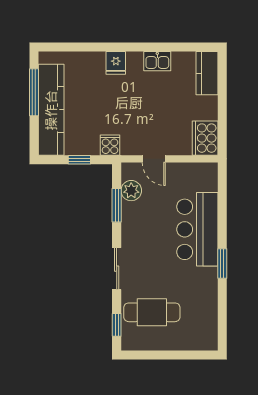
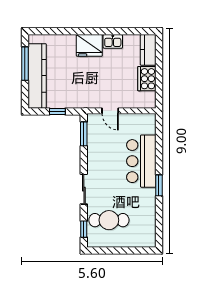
fridge: (116, 63) -> (89, 45), width x1.88, depth x1.34
cooker: (205, 138) -> (147, 79), moved
cooker: (110, 145) -> (79, 101), removed
plant: (131, 191) -> (94, 134), removed
window: (117, 205) -> (84, 134), moved

